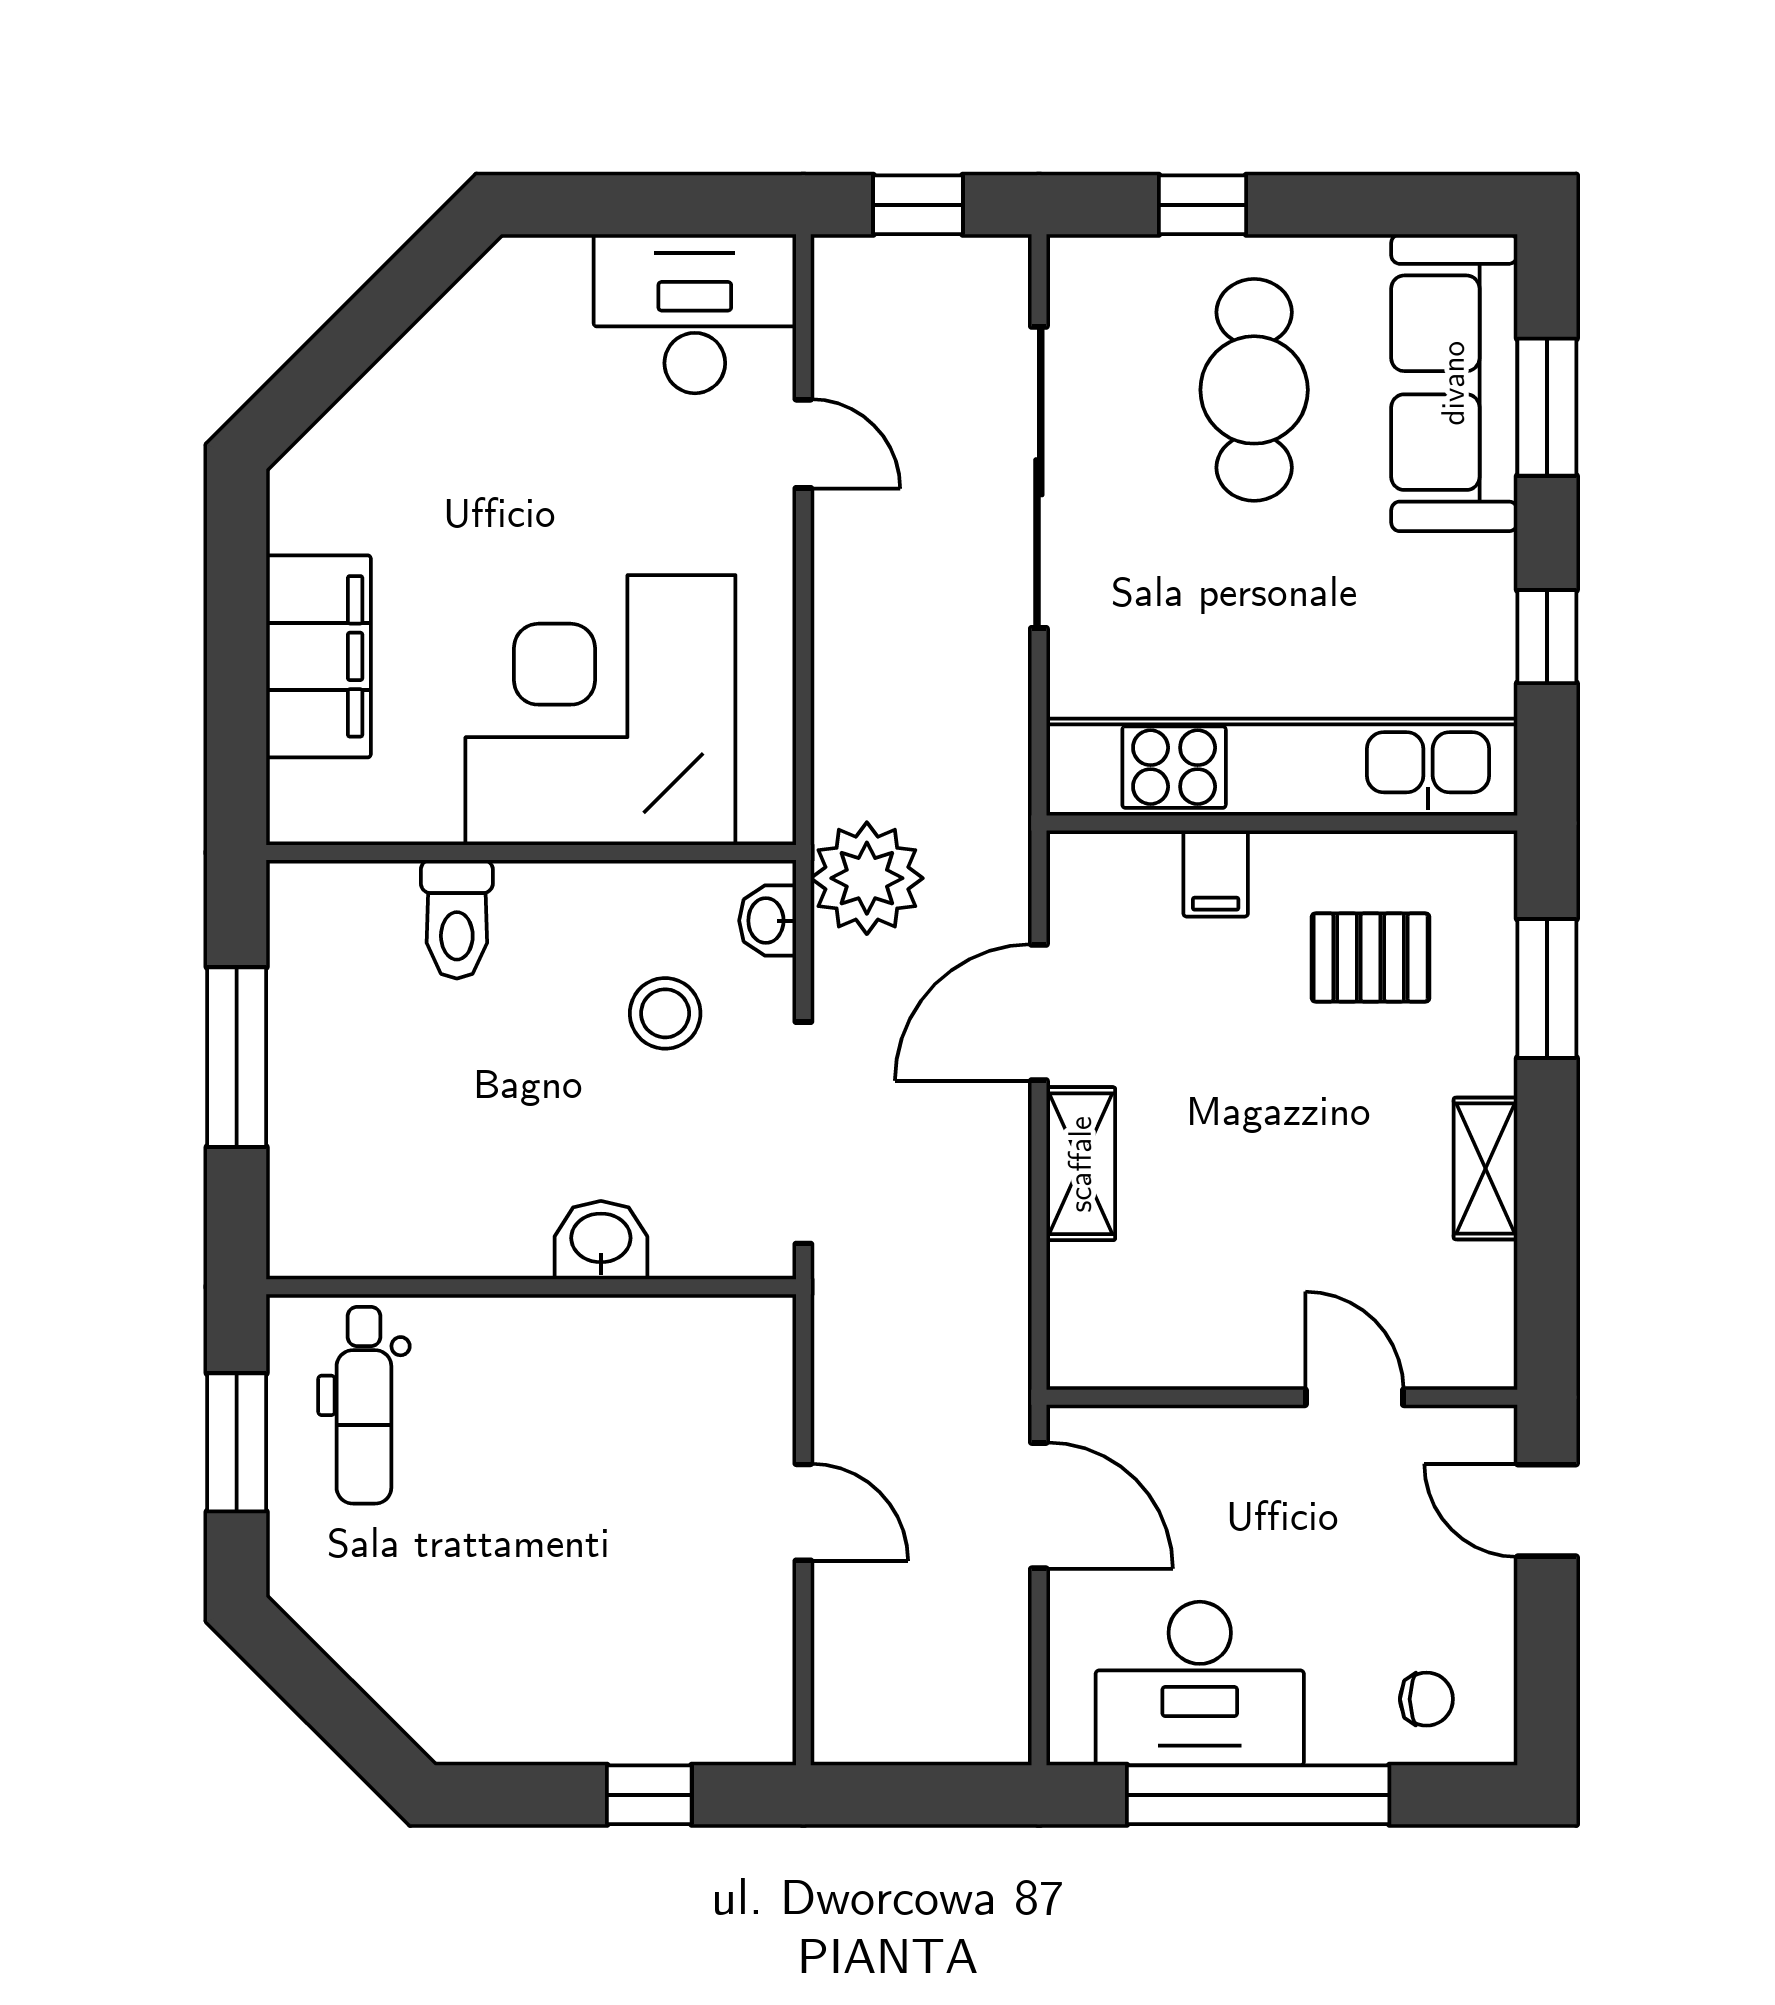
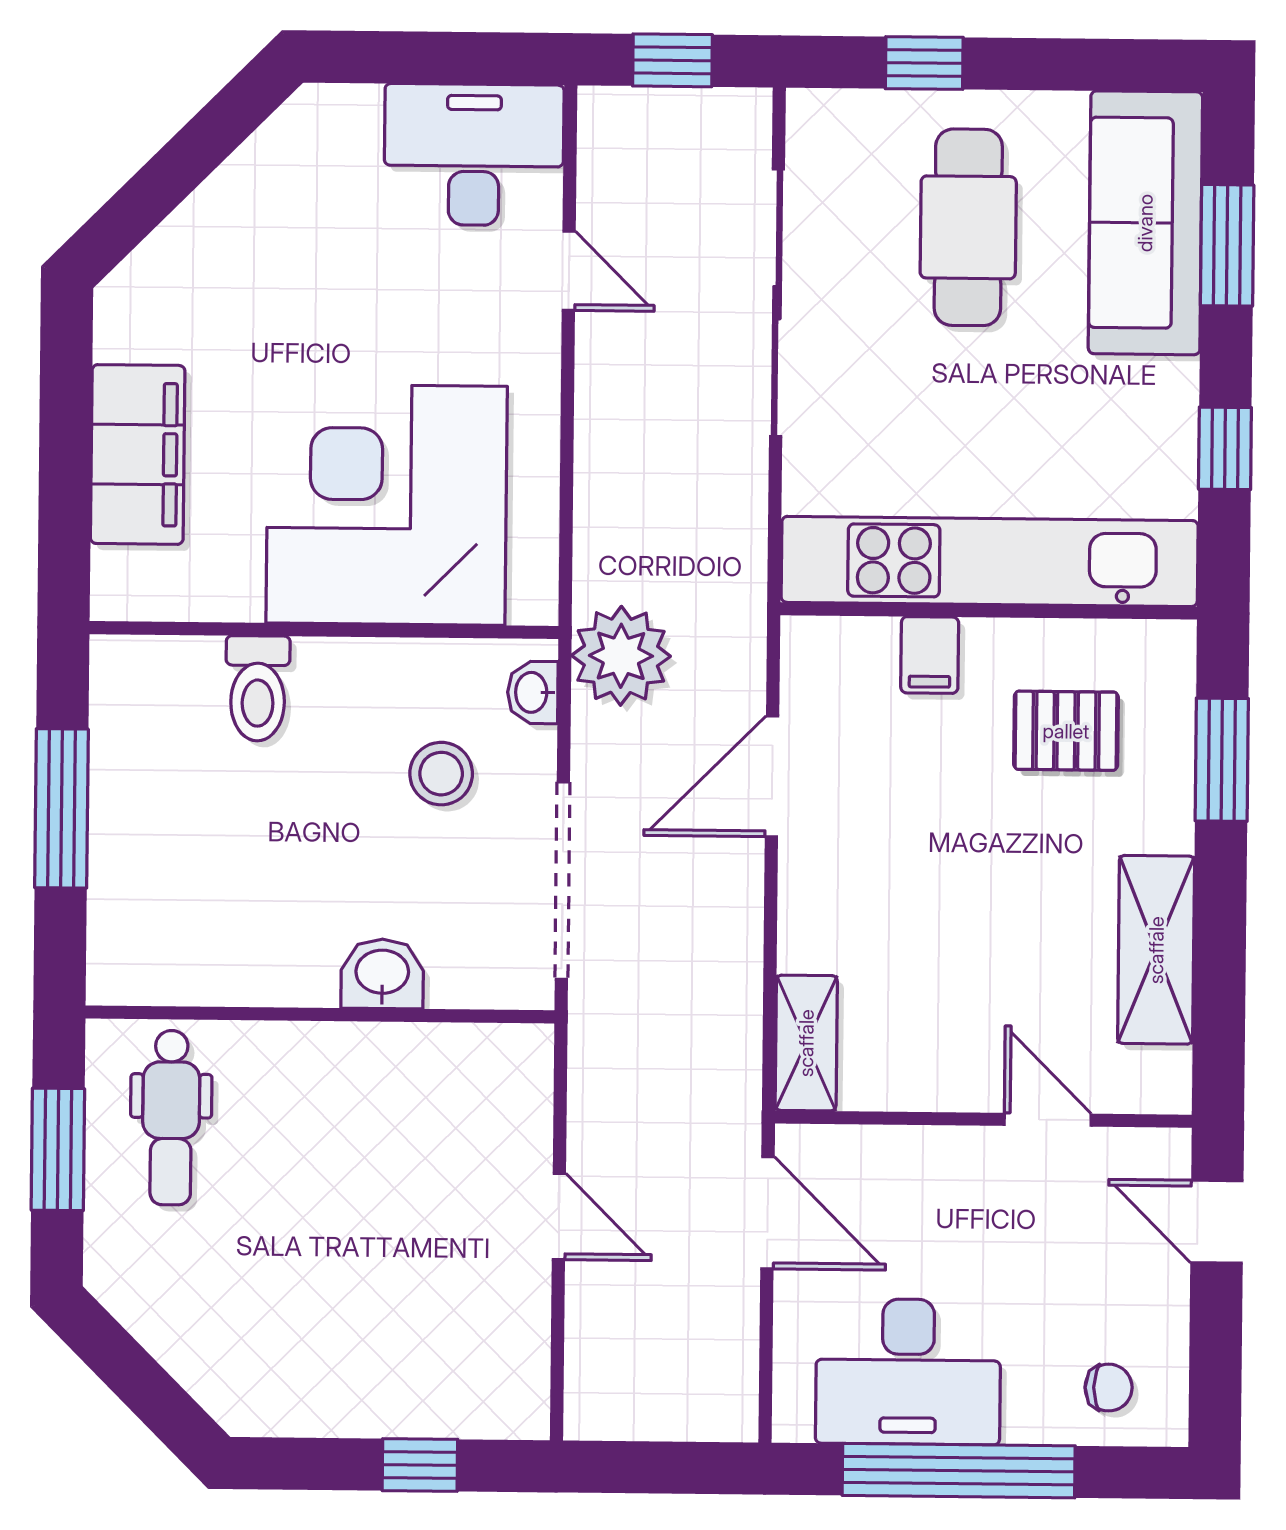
shelving: (1081, 1164) -> (806, 1043), moved
shelving: (1486, 1168) -> (1156, 950), width x1.50, depth x1.33

